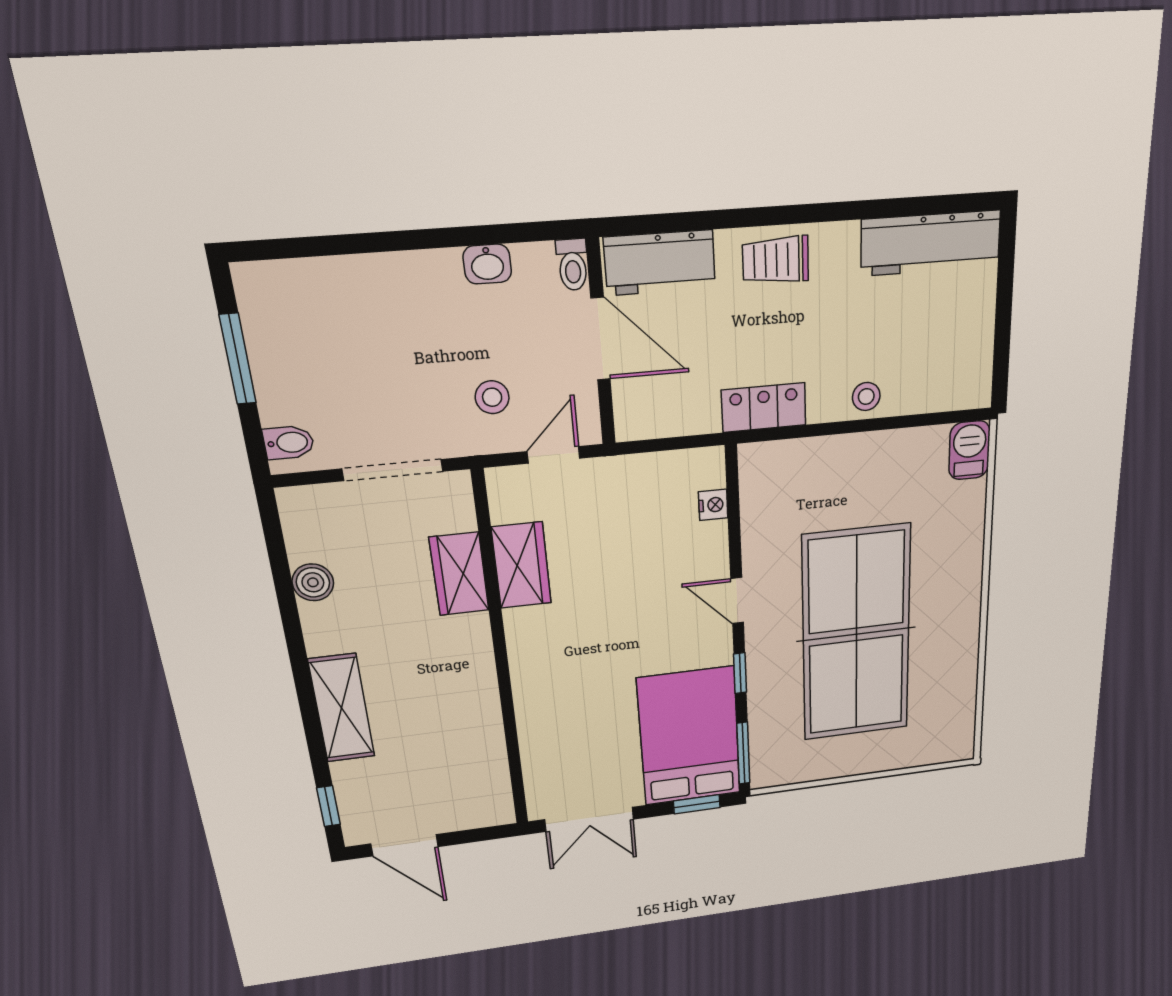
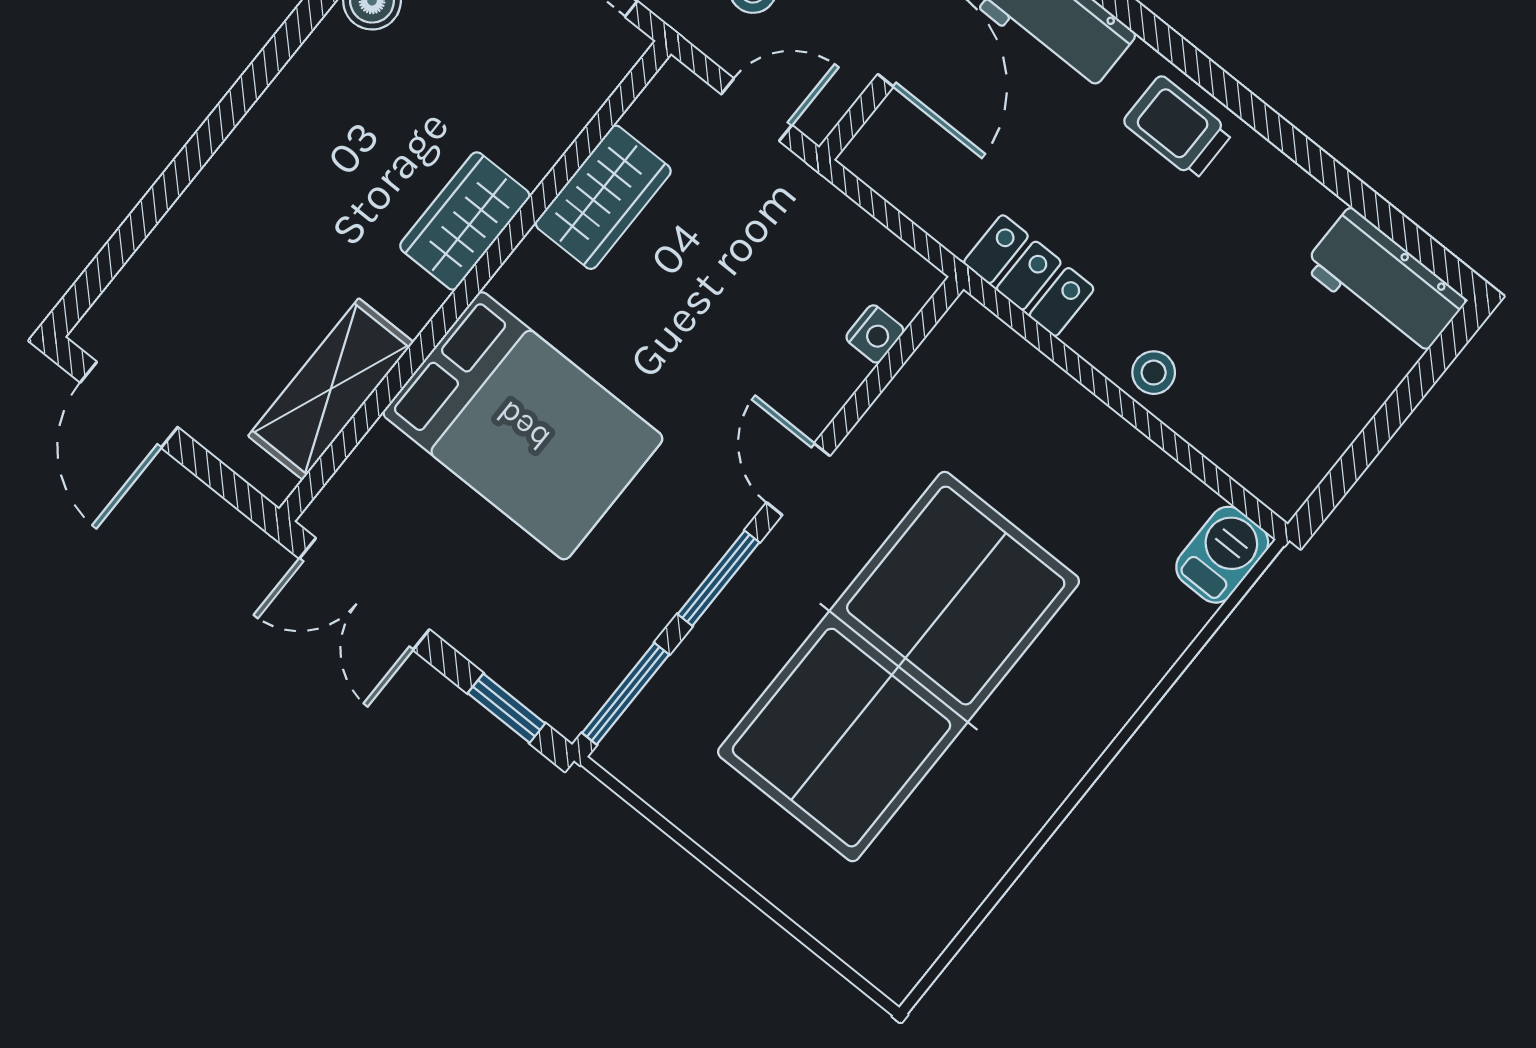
workbench: (931, 243) -> (1385, 283), width x0.73
wardrobe: (459, 574) -> (465, 221), moved
window: (740, 673) -> (718, 578), width x1.50
shelving: (342, 708) -> (331, 389), moved
bed: (689, 736) -> (523, 426), moved, turned 90
window: (328, 806) -> (104, 268), removed

